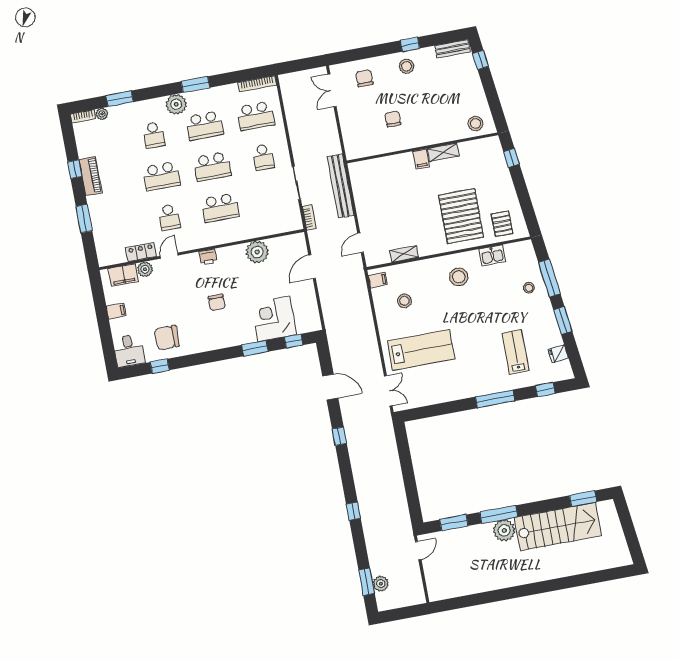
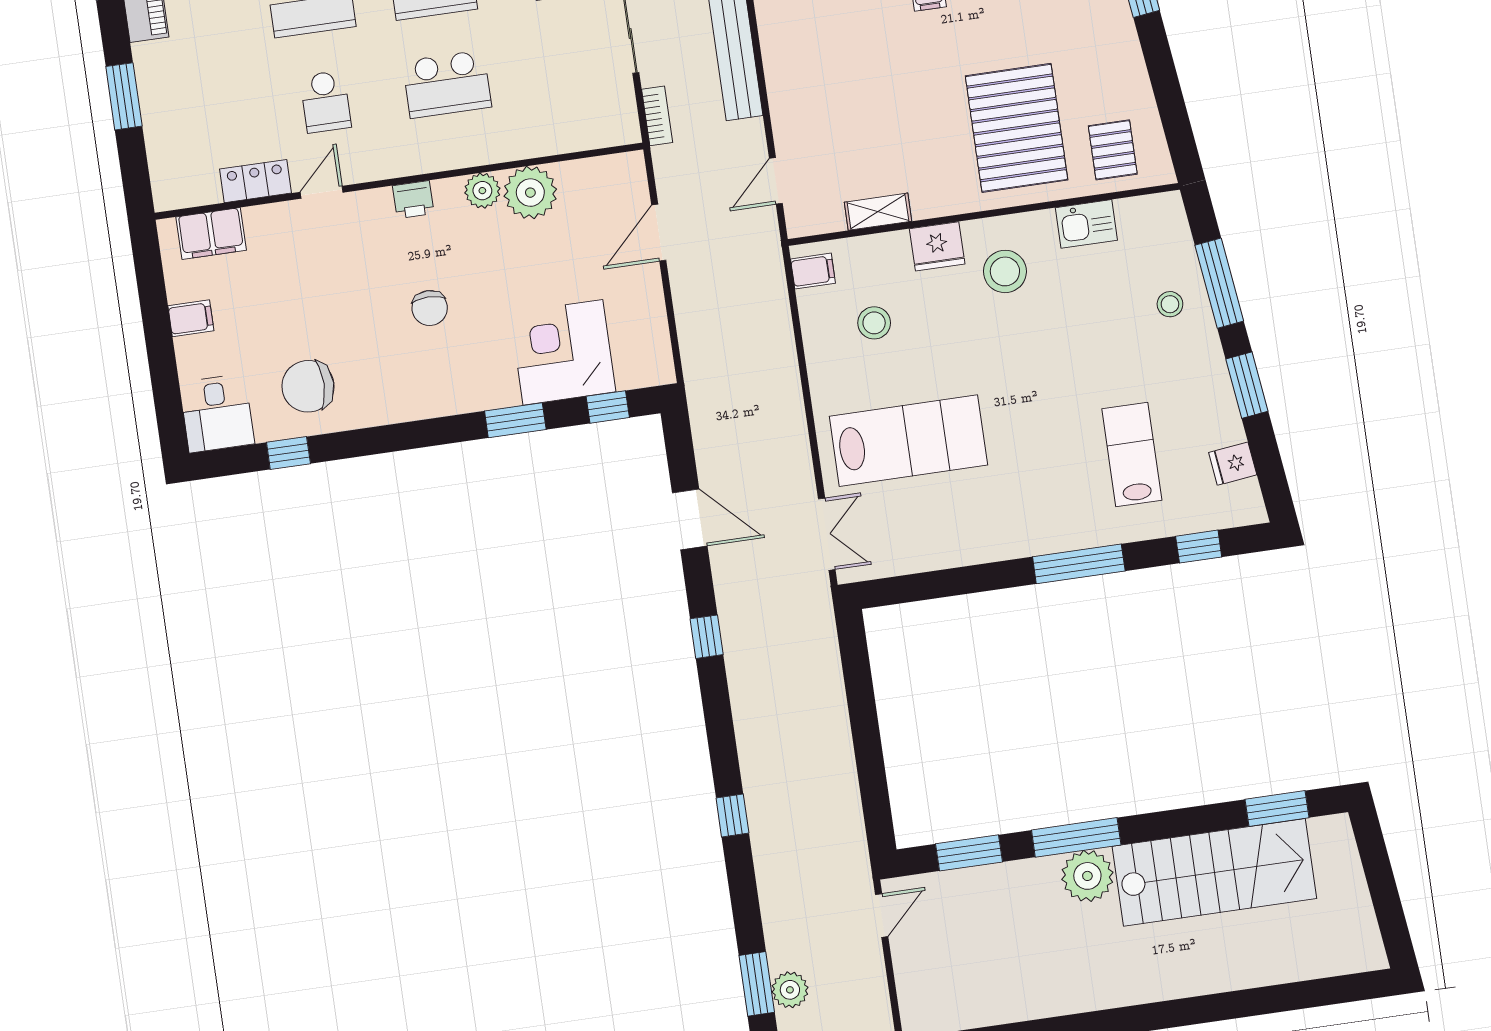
fridge: (430, 267) -> (937, 246), added
plant: (145, 269) -> (482, 191), moved

